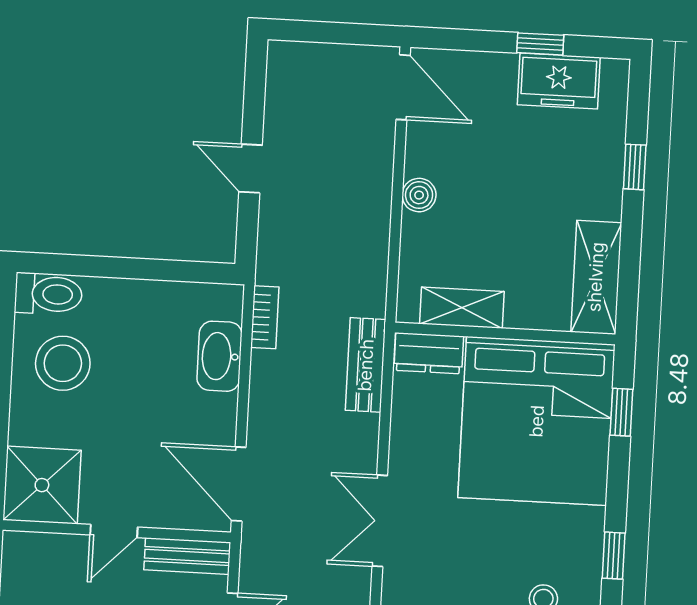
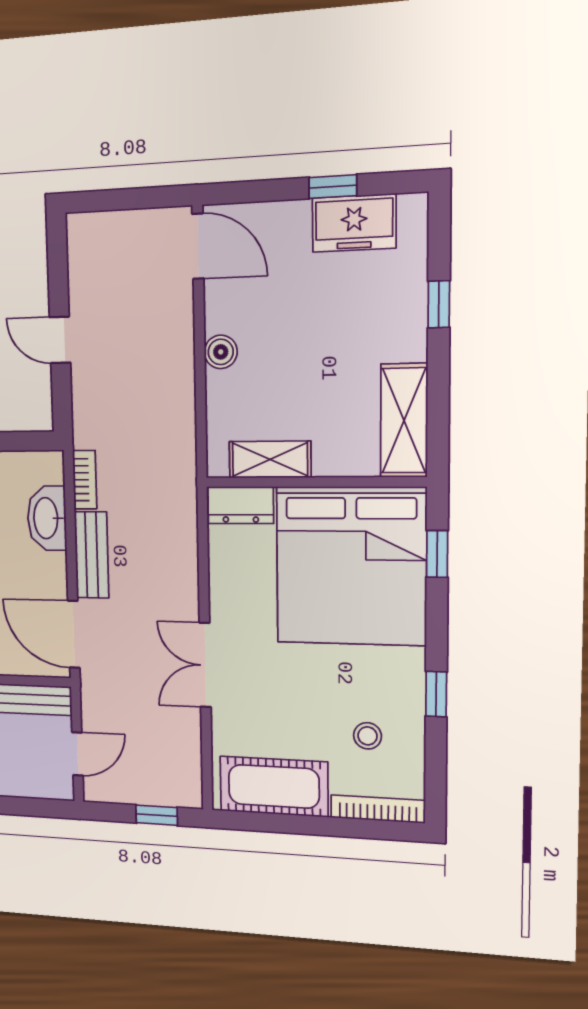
bench: (366, 365) -> (92, 555), moved

